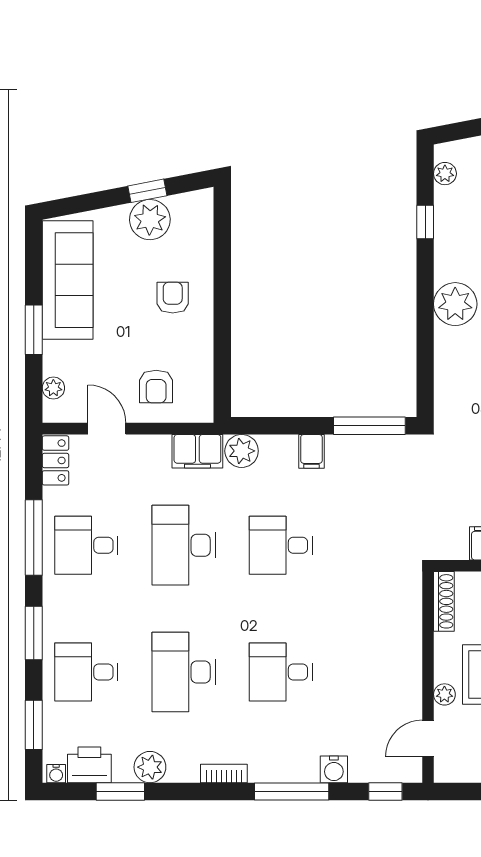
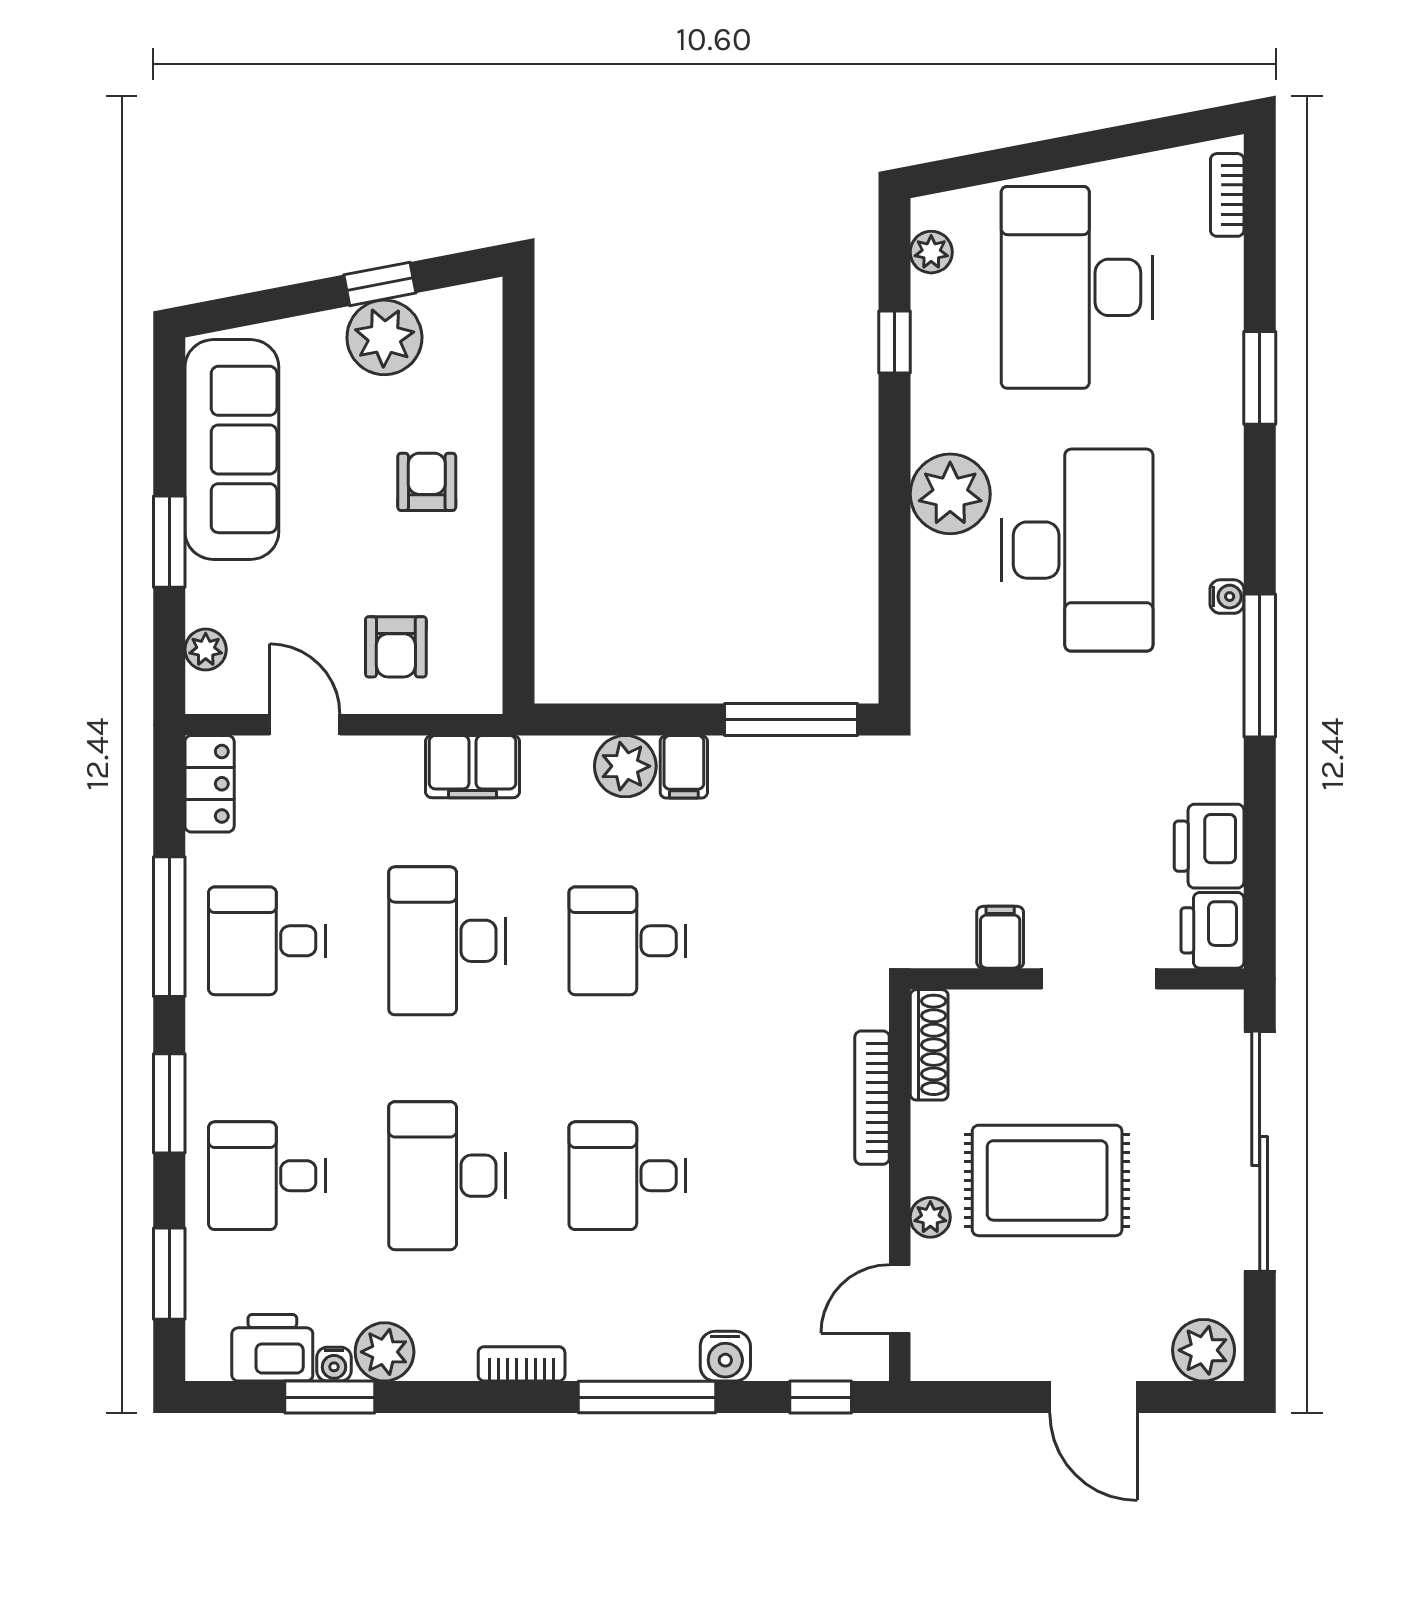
plant: (242, 451) -> (625, 766), moved
bookcase: (413, 630) -> (872, 1098), added
water cooler: (56, 774) -> (334, 1364), moved

